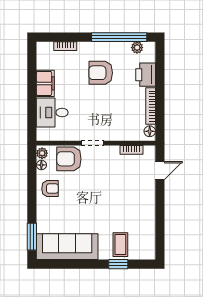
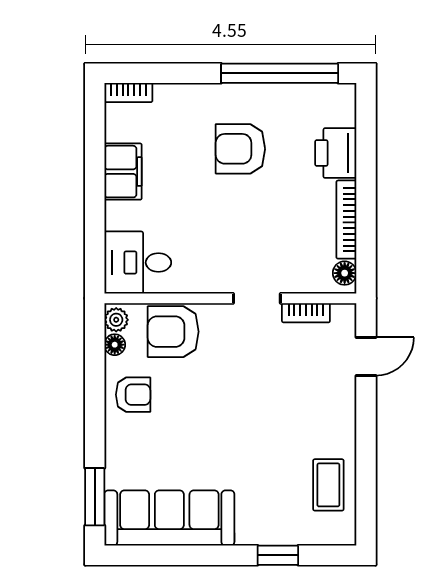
bookcase: (65, 46) -> (128, 93), moved
plant: (137, 48) -> (318, 95), removed
desk: (52, 113) -> (138, 263), moved
doorway: (93, 143) -> (257, 298), moved
coffee table: (120, 245) -> (328, 485), moved

